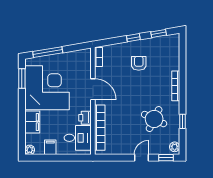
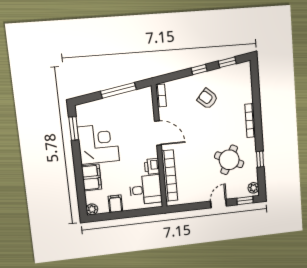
window: (48, 52) -> (118, 90), moved
armchair: (139, 63) -> (207, 99), turned -49
corner desk: (47, 88) -> (98, 144), width x0.74, depth x0.74

